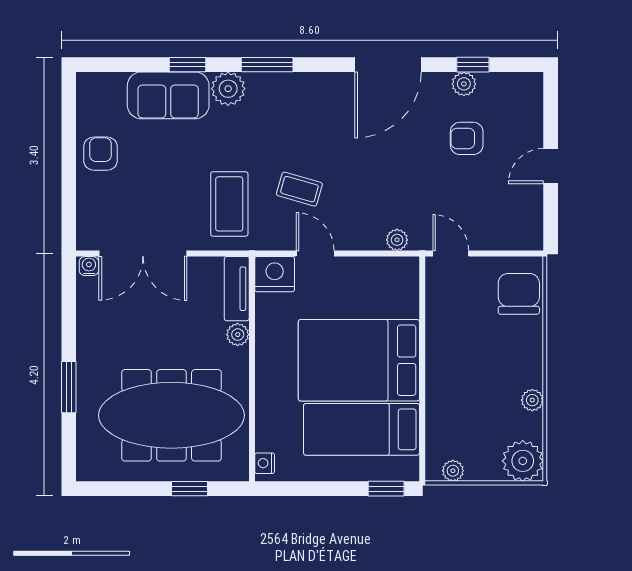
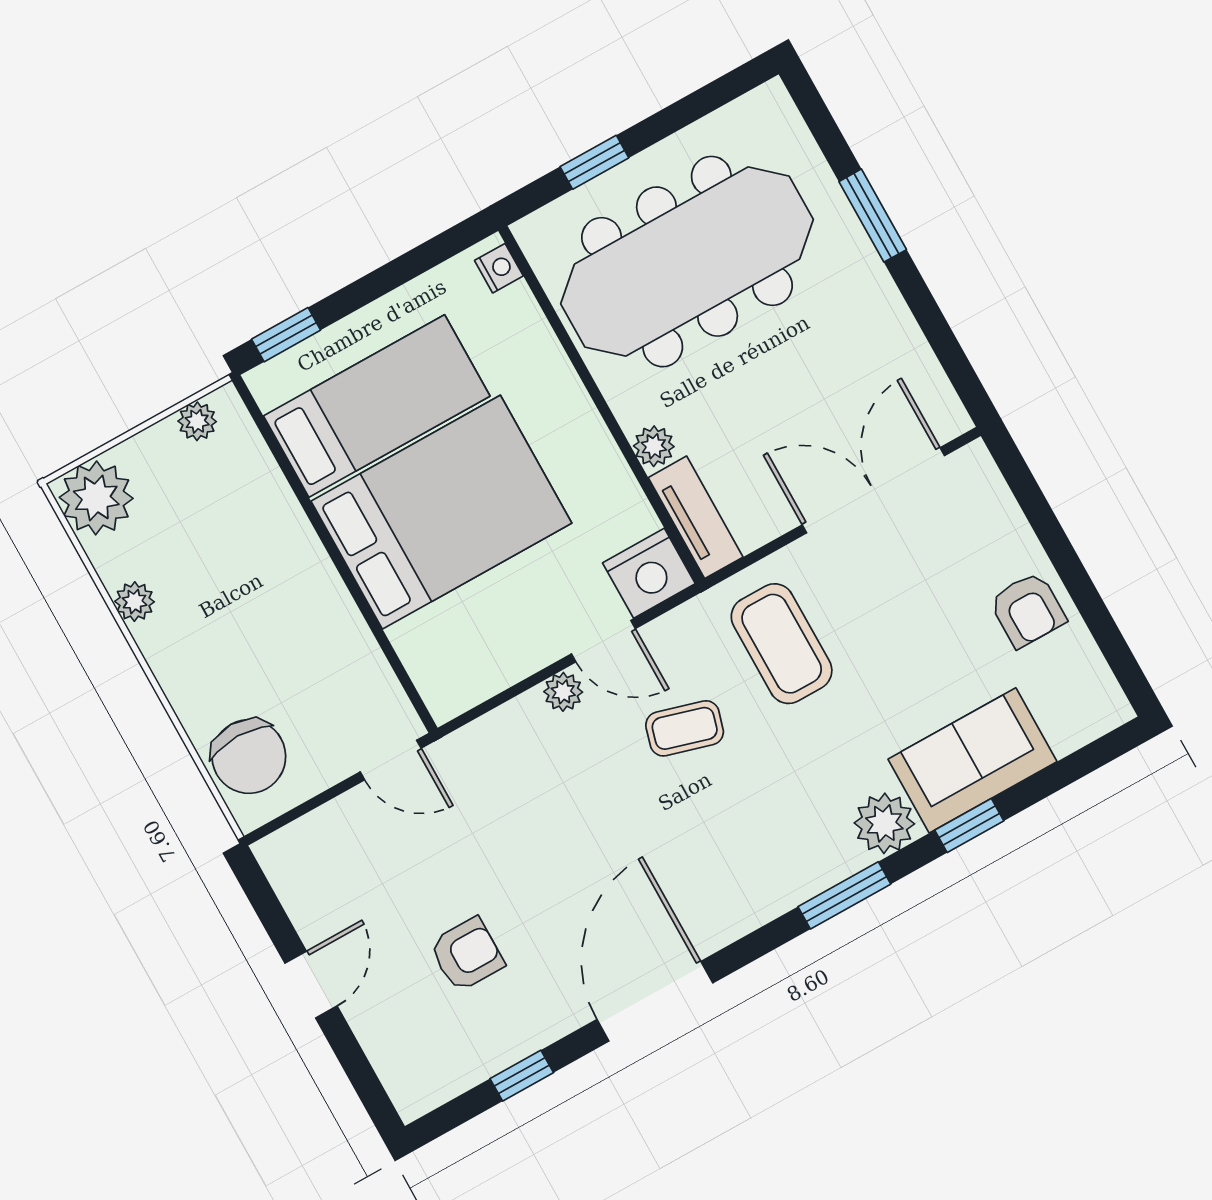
plant: (464, 84) -> (519, 1038), removed
plant: (397, 240) -> (563, 692), moved
water cooler: (89, 266) -> (947, 423), removed

